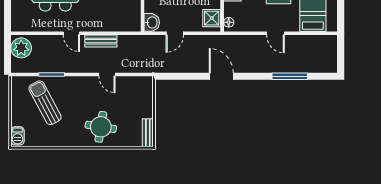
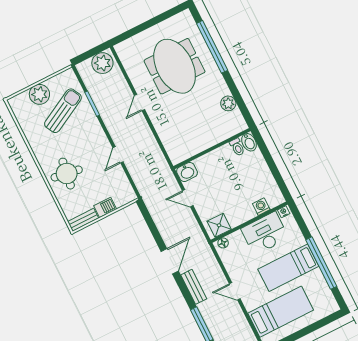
door: (275, 33) -> (235, 291), hinge flipped
bench: (101, 41) -> (194, 287), moved
plant: (21, 116) -> (39, 94), added
barbecue: (18, 136) -> (105, 207), moved, turned 180

